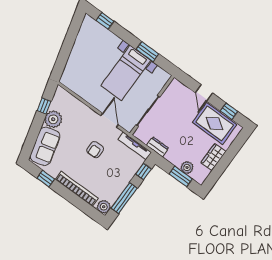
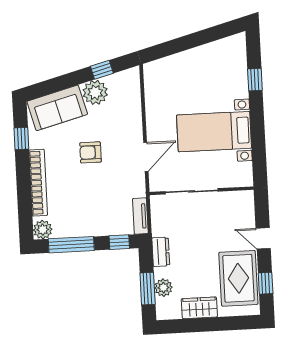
window: (105, 21) -> (255, 80), moved
window: (147, 52) -> (258, 136), removed
door: (204, 93) -> (263, 238), hinge flipped
tv unit: (135, 146) -> (140, 216), width x0.71
dresser: (158, 147) -> (161, 252), moved
armchair: (95, 150) -> (90, 152), moved

